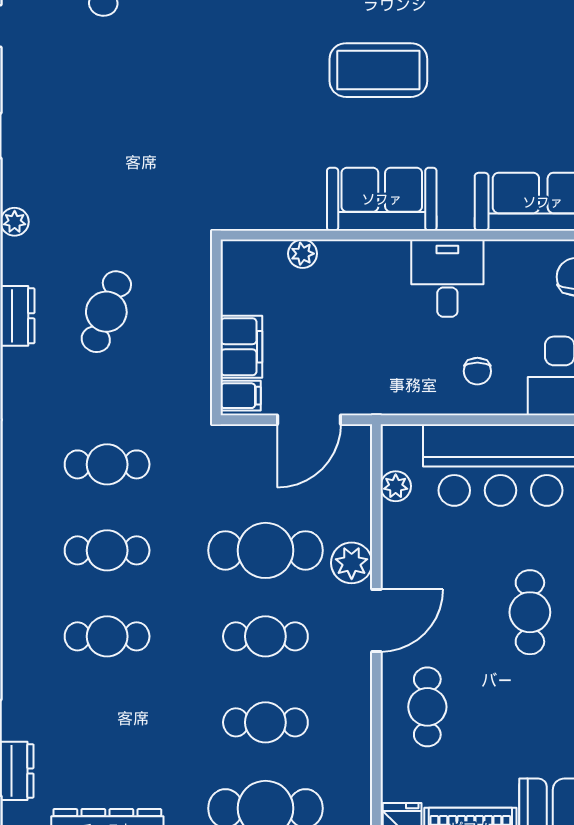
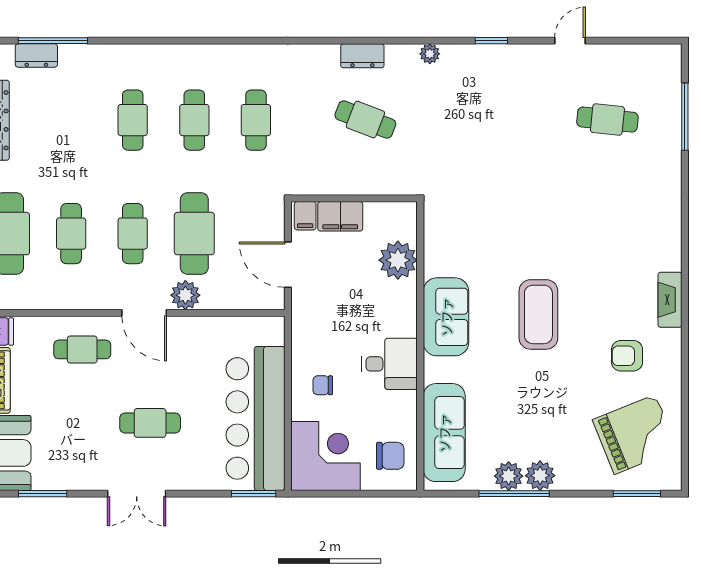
plant: (303, 254) -> (398, 260), width x1.87, depth x1.87
plant: (396, 486) -> (240, 327), removed

